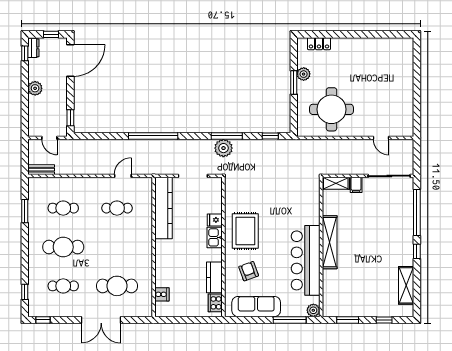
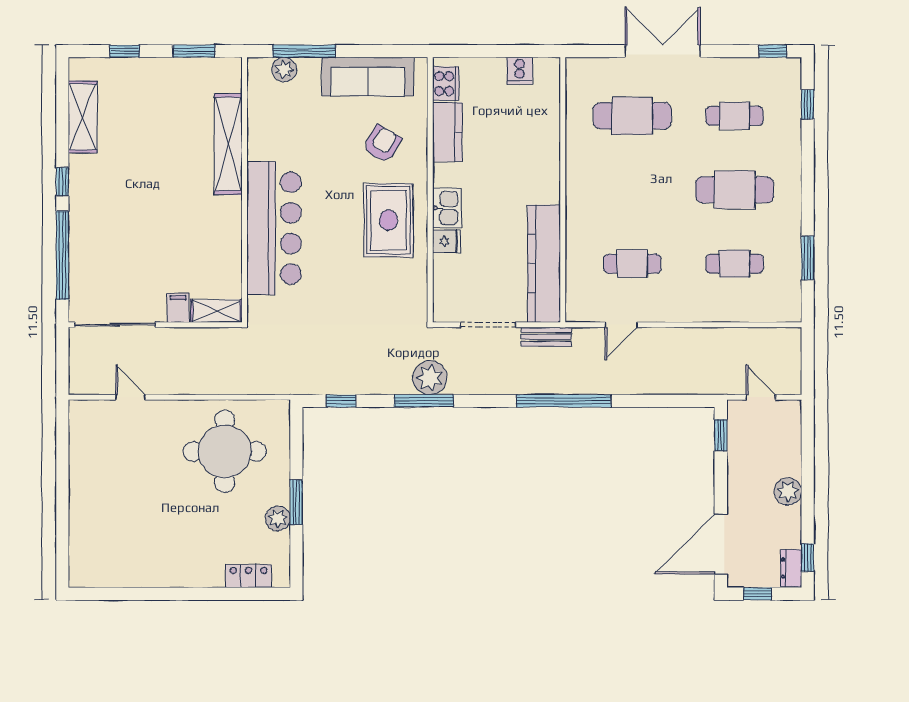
bench: (41, 170) -> (546, 337), moved
shelving: (330, 242) -> (228, 144), moved
bar counter: (306, 260) -> (274, 228), moved
armchair: (249, 271) -> (382, 144), turned -129
cooker: (162, 294) -> (520, 70), moved, turned -90
plant: (313, 310) -> (284, 69), moved

